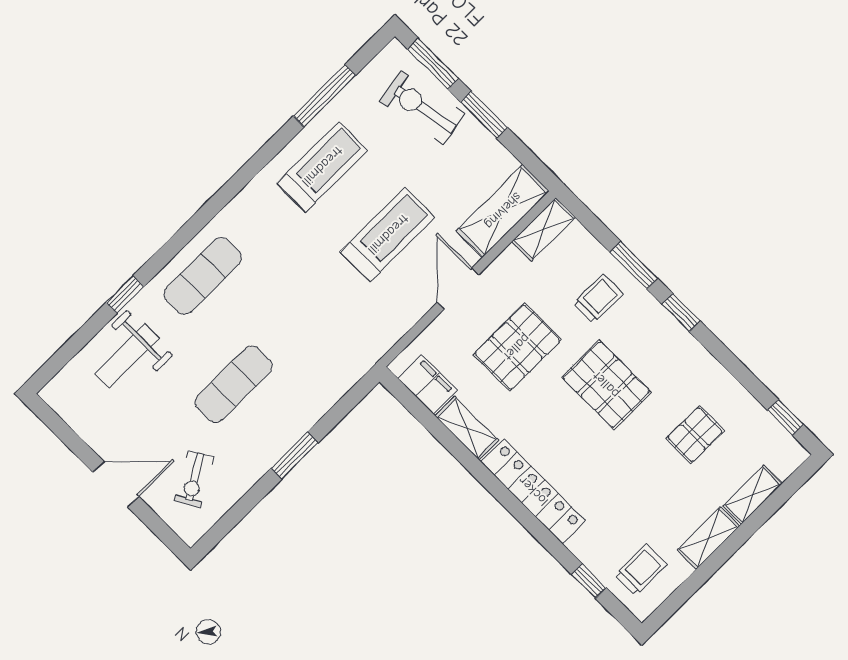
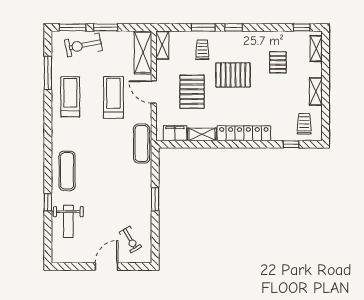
exercise mat: (234, 384) -> (141, 144), moved
shelving: (753, 495) -> (316, 49), moved

